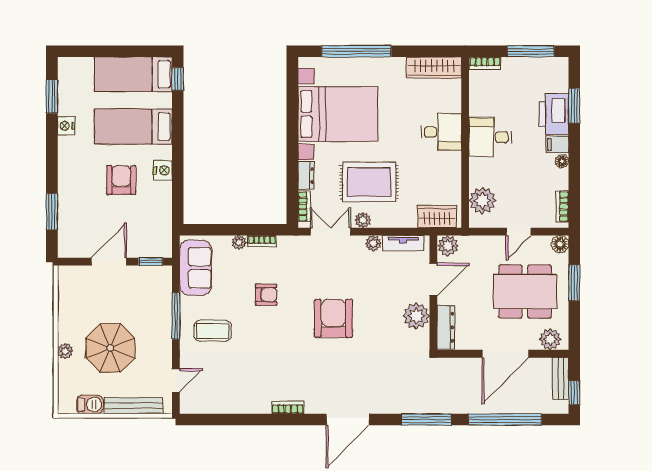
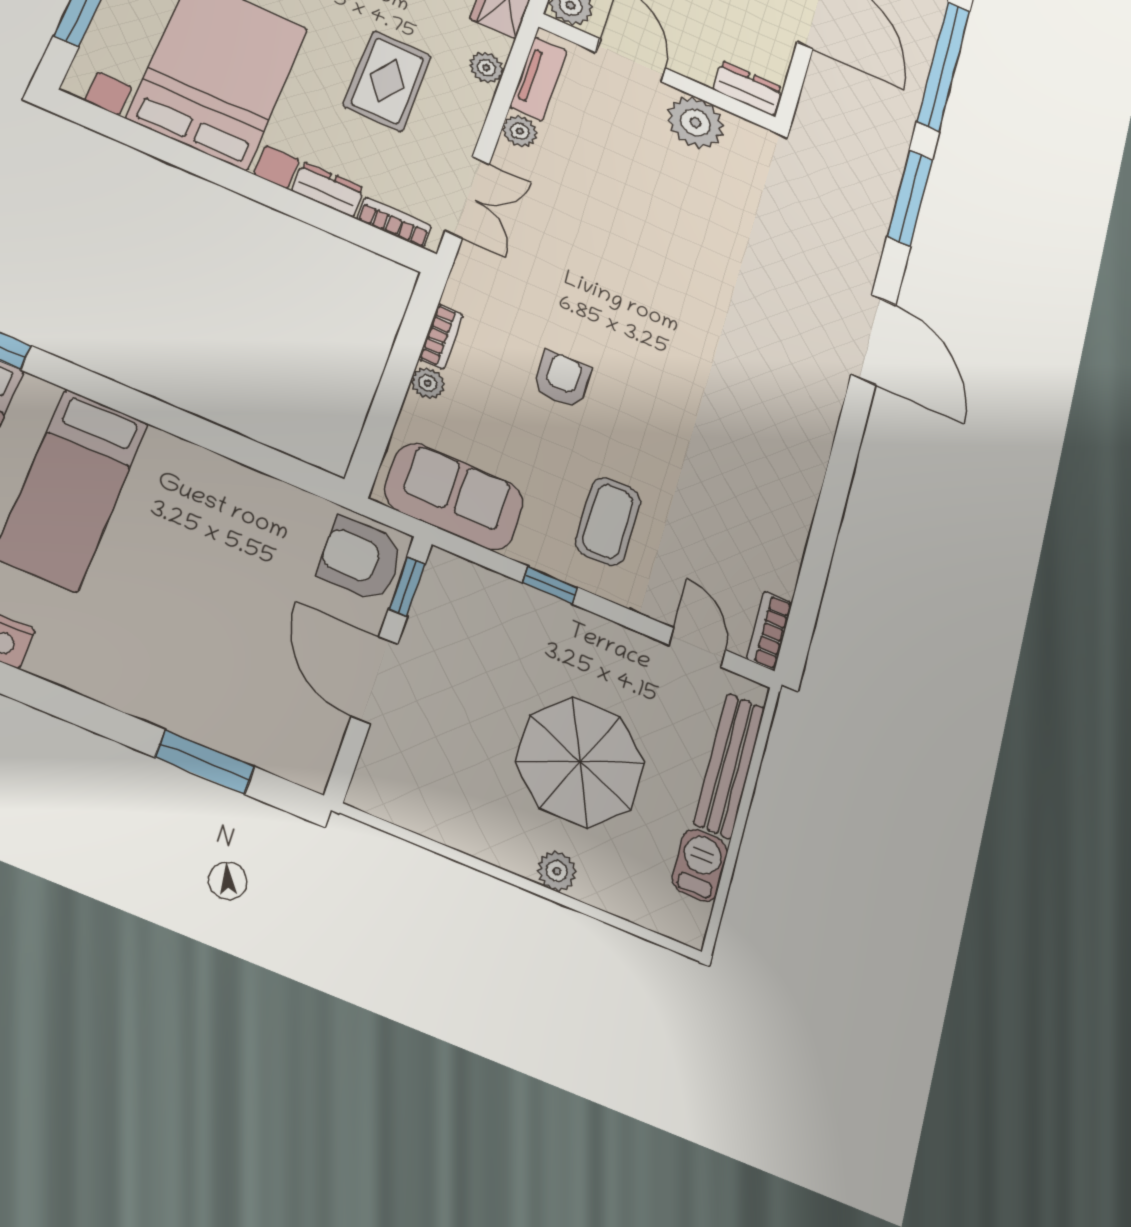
nightstand: (163, 170) -> (202, 469), removed
armchair: (121, 180) -> (360, 559), moved
rug: (369, 182) -> (387, 81), width x0.73, depth x0.70
plant: (363, 220) -> (486, 68), moved
double door: (331, 232) -> (467, 197), swing flipped
window: (176, 316) -> (550, 585), width x0.46
armchair: (333, 318) -> (654, 273), removed
dresser: (446, 327) -> (748, 89), width x0.70
bookcase: (288, 407) -> (769, 631), moved

